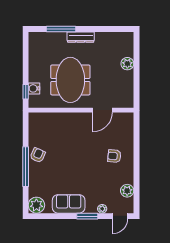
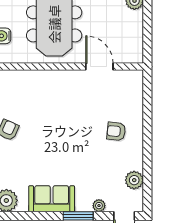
door: (102, 110) -> (99, 67), swing flipped

